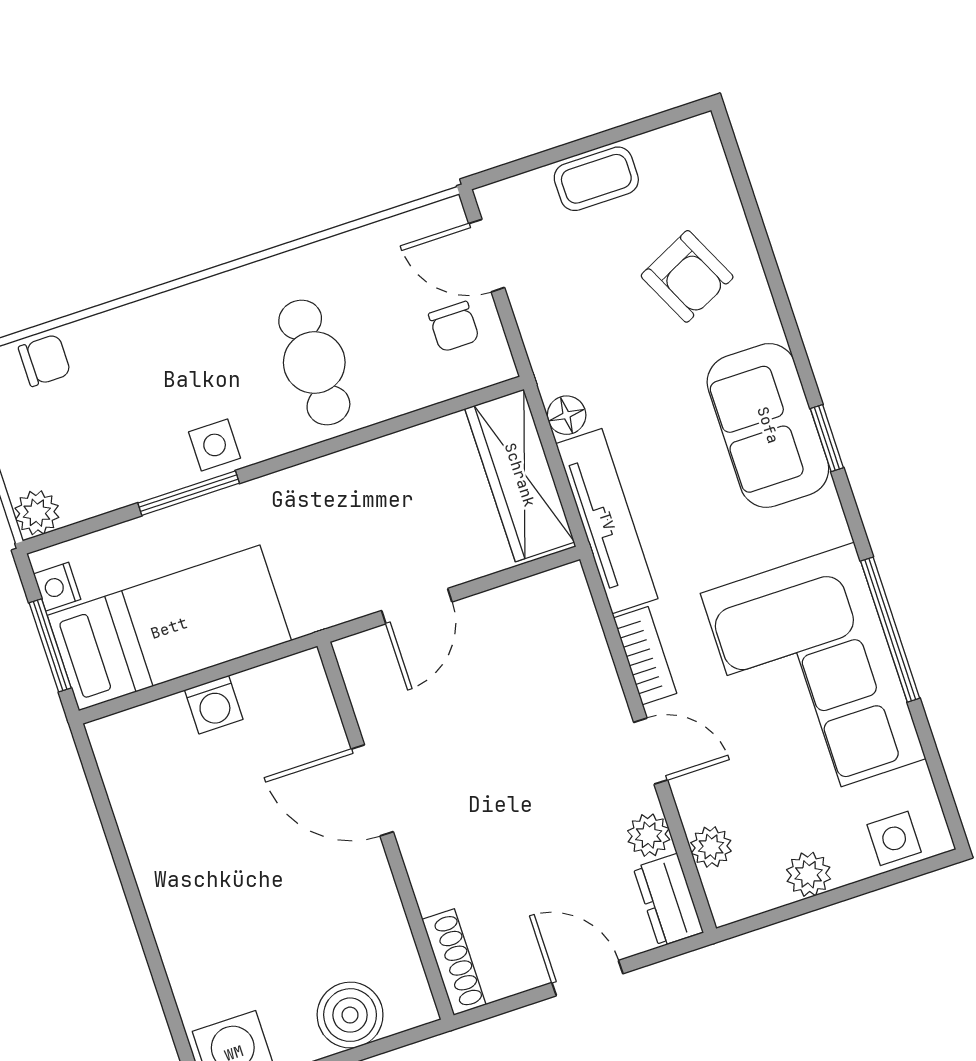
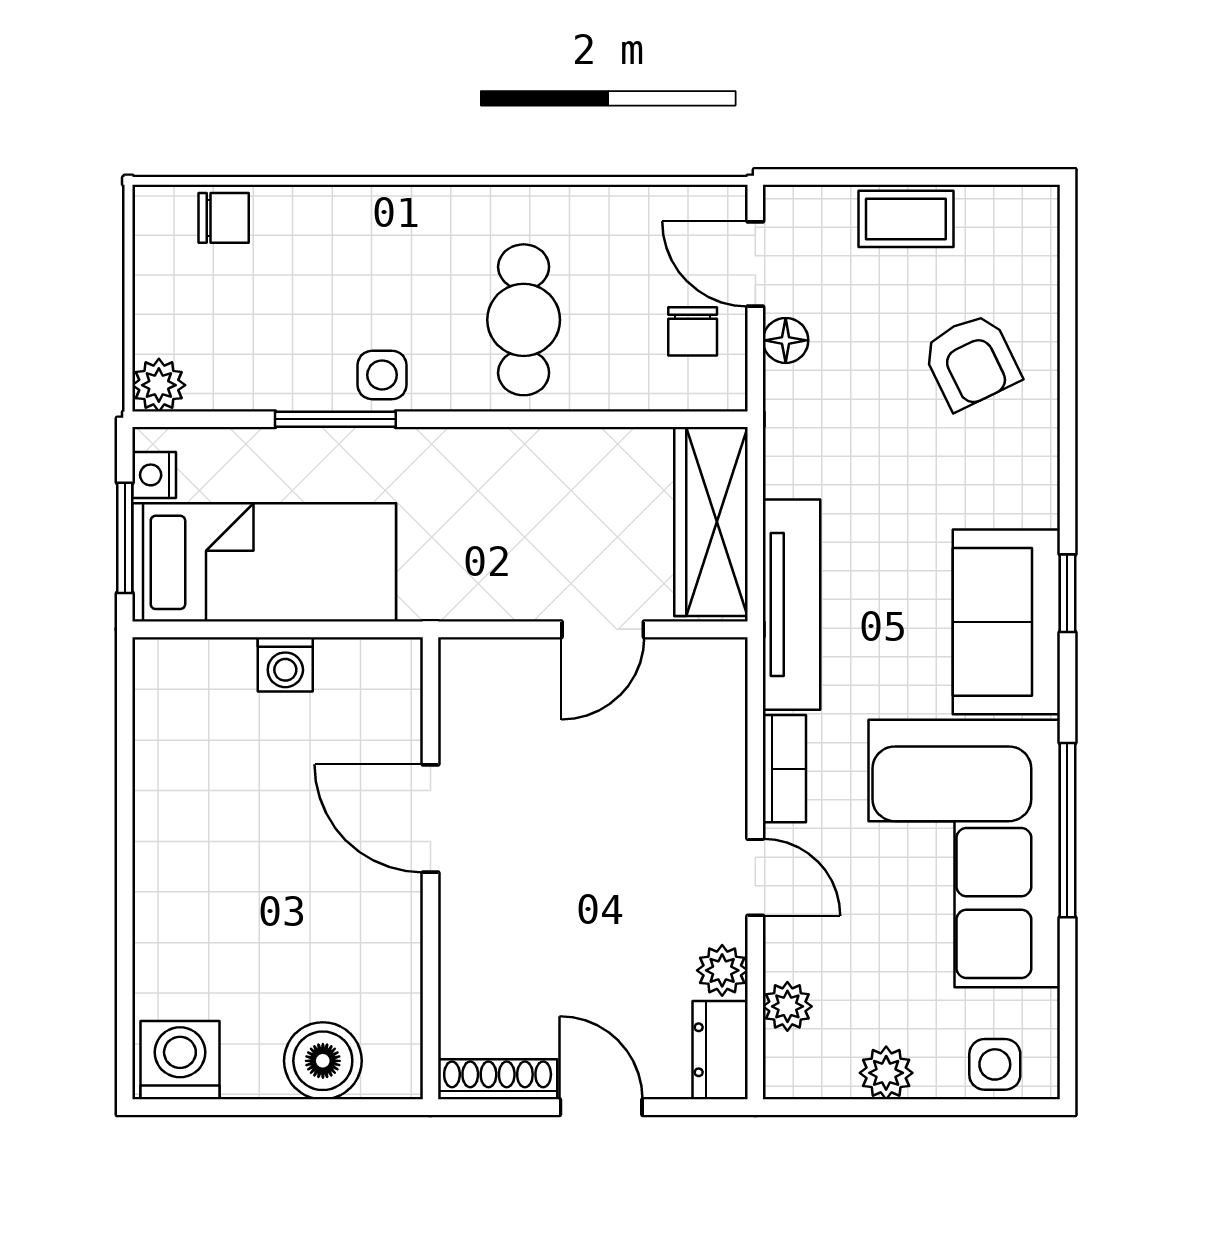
floor lamp: (567, 415) -> (786, 340), moved
sofa: (768, 425) -> (1006, 622), moved
door: (417, 606) -> (603, 629), moved
shoe rack: (454, 962) -> (498, 1079), moved, turned -90

